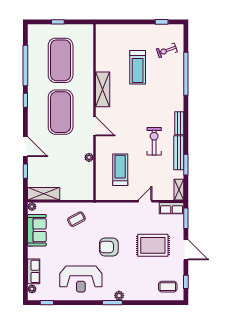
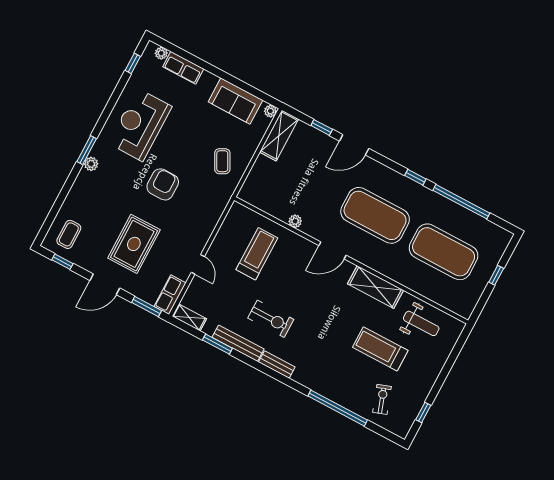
weight bench: (110, 51) -> (421, 323), added
treadmill: (120, 170) -> (257, 254), turned -90

